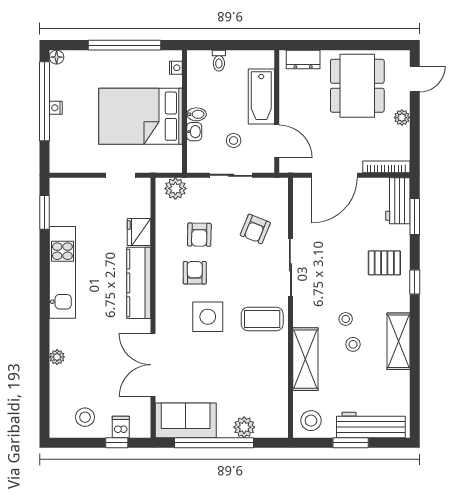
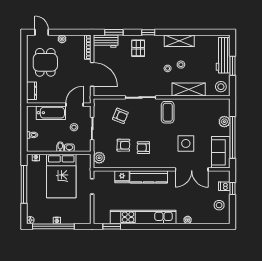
dining table: (357, 86) -> (45, 62), width x0.73
kitchen unit: (62, 272) -> (143, 217), width x1.36
side table: (208, 317) -> (186, 143), moved

